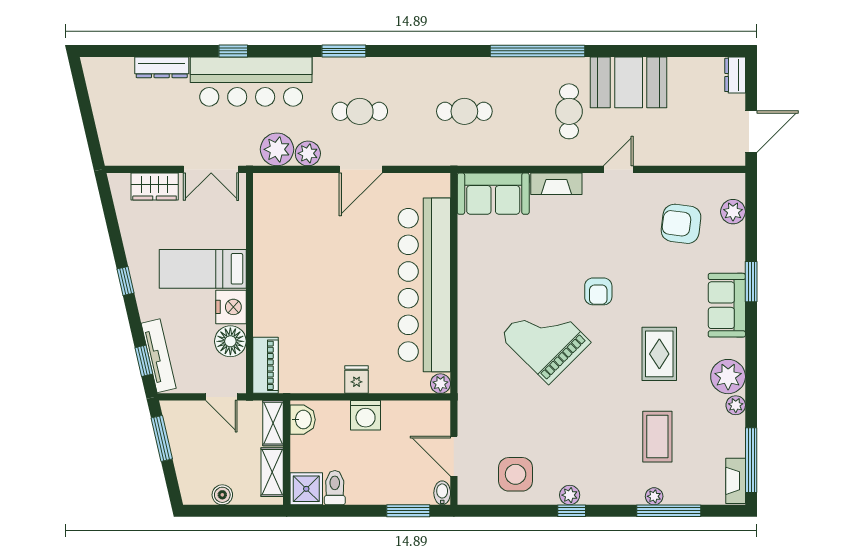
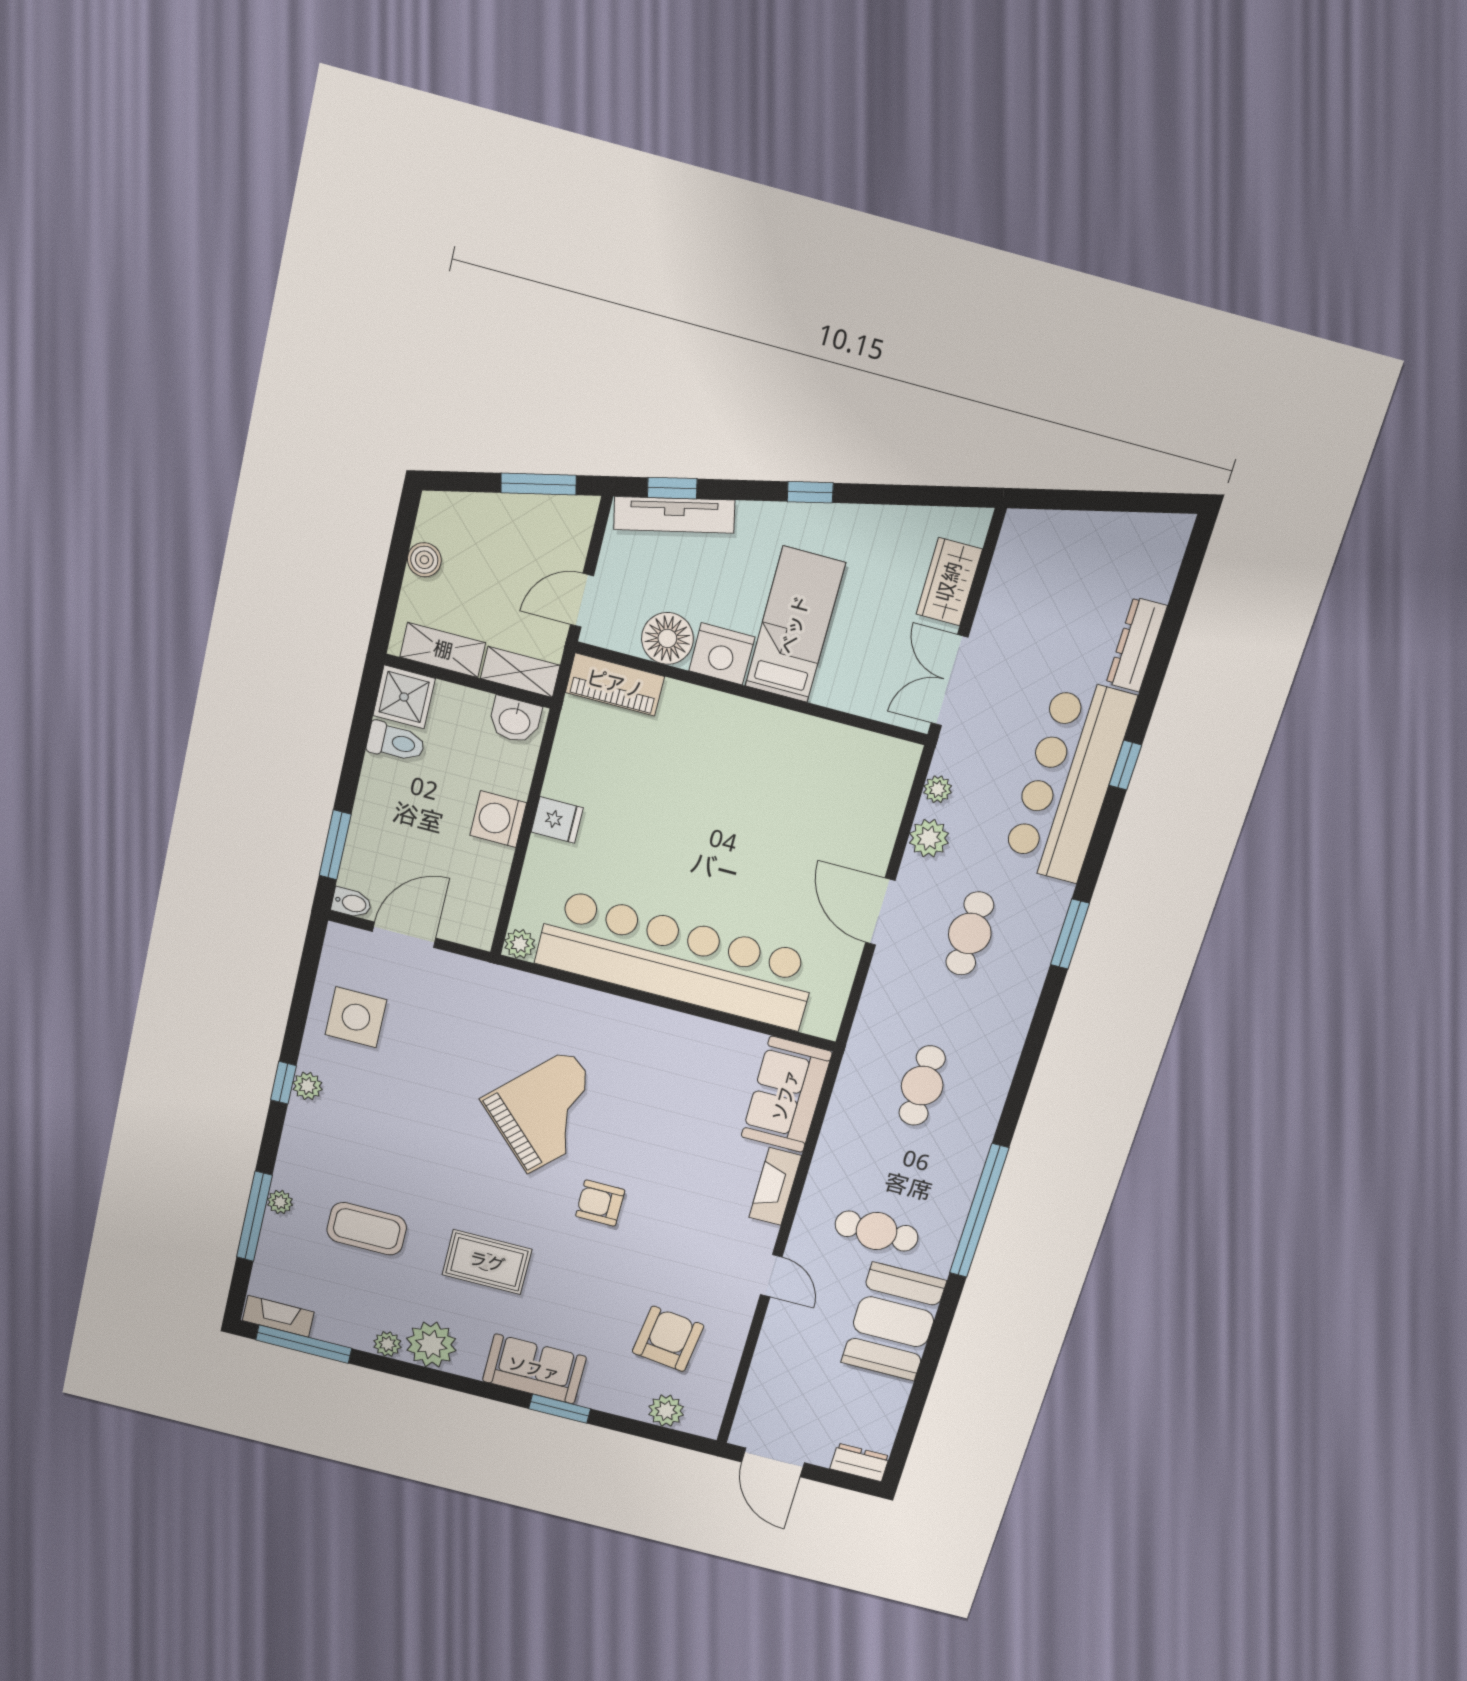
plant: (277, 149) -> (938, 789), width x0.53, depth x0.53

